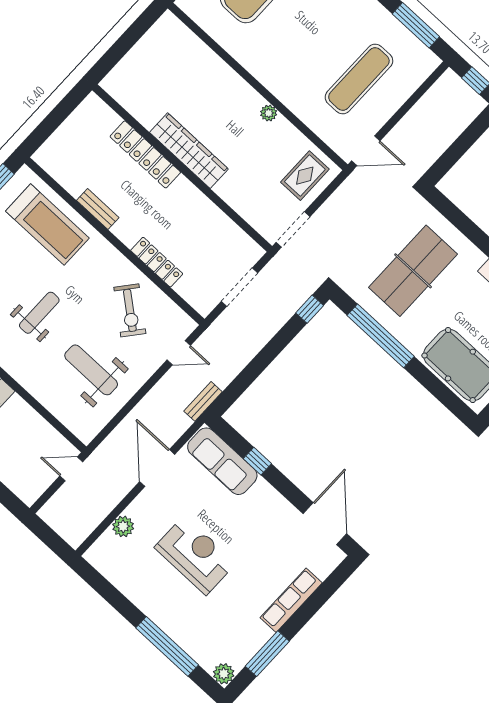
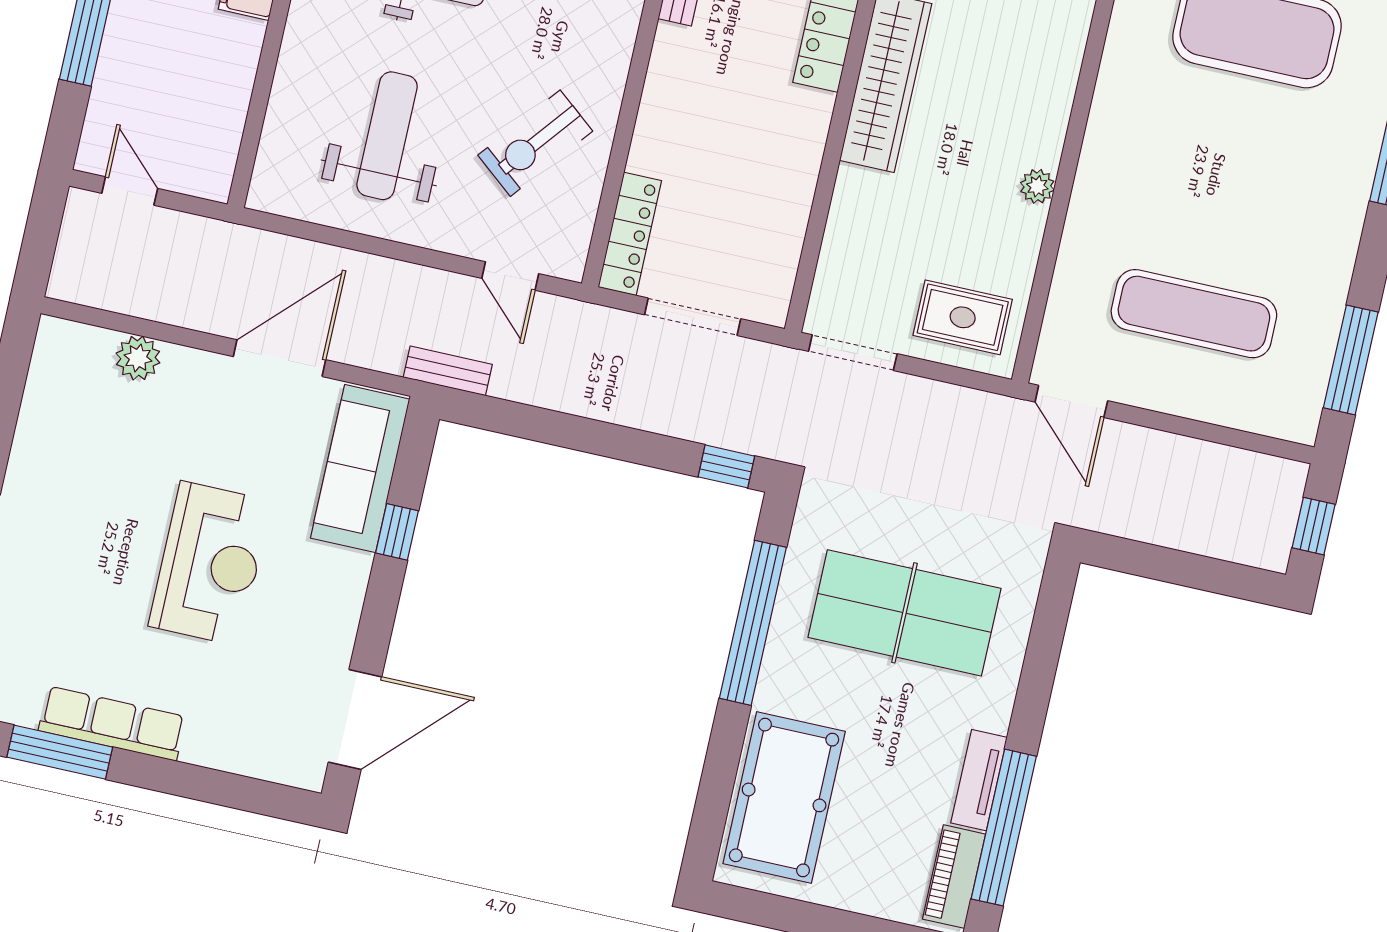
locker: (157, 262) -> (630, 234), moved
door: (71, 469) -> (130, 191), moved
reception desk: (195, 555) -> (210, 563), moved
row of seats: (291, 600) -> (112, 724), moved

